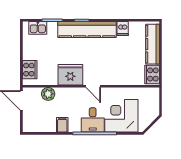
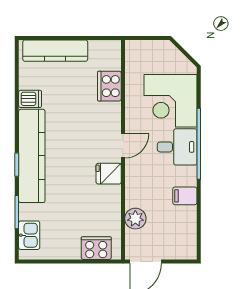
fridge: (70, 75) -> (109, 174), width x0.53, depth x0.75
cooker: (152, 75) -> (109, 86), moved, turned 90

